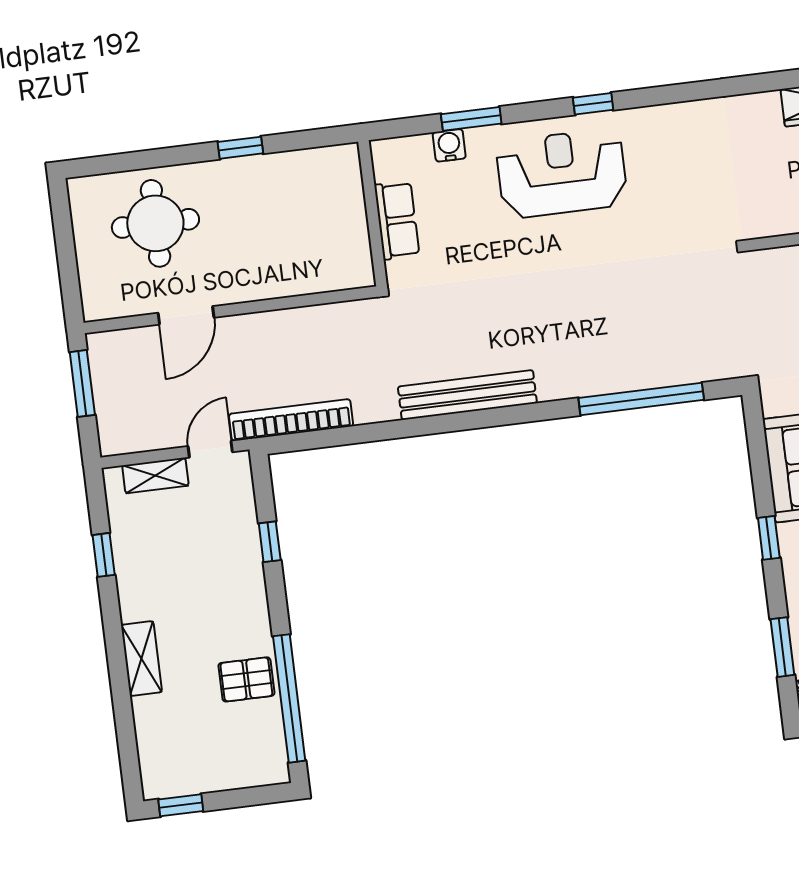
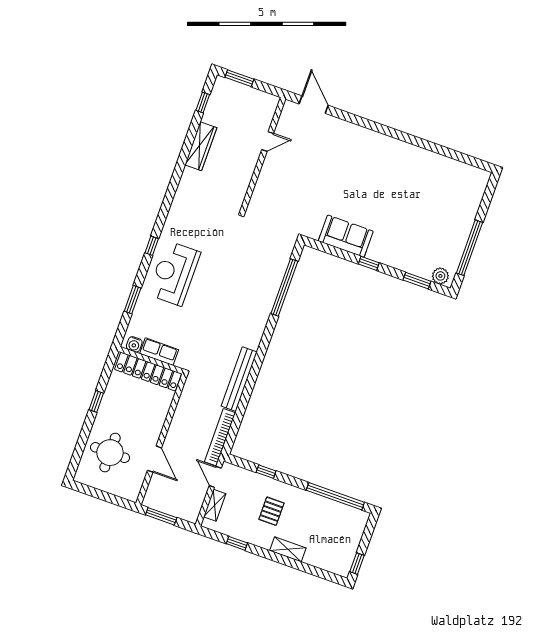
water cooler: (449, 145) -> (134, 344), moved, turned -90
locker: (348, 218) -> (148, 372), added
bench: (467, 395) -> (239, 379), moved
pallet: (246, 679) -> (271, 511), moved

